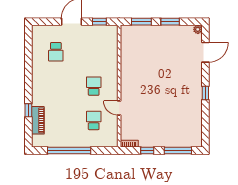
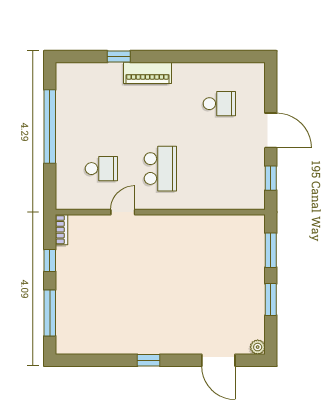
school desk: (56, 52) -> (219, 104), turned 180
school desk: (94, 86) -> (160, 169), width x1.85
piano: (38, 120) -> (148, 73), moved

